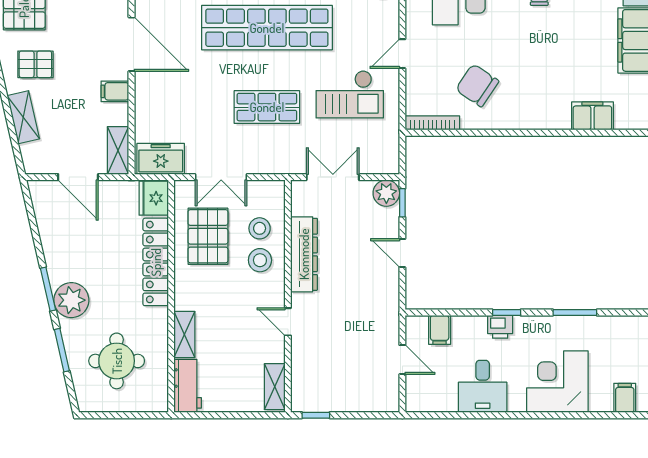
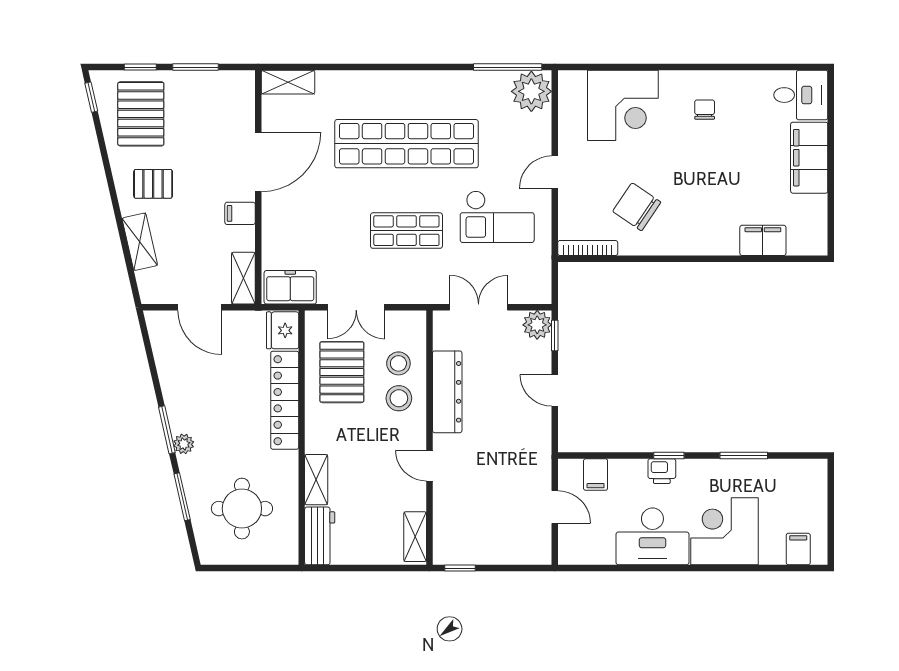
door: (131, 44) -> (258, 162), hinge flipped
plant: (71, 300) -> (184, 444), width x0.53, depth x0.53
desk: (483, 386) -> (652, 536), width x1.37

